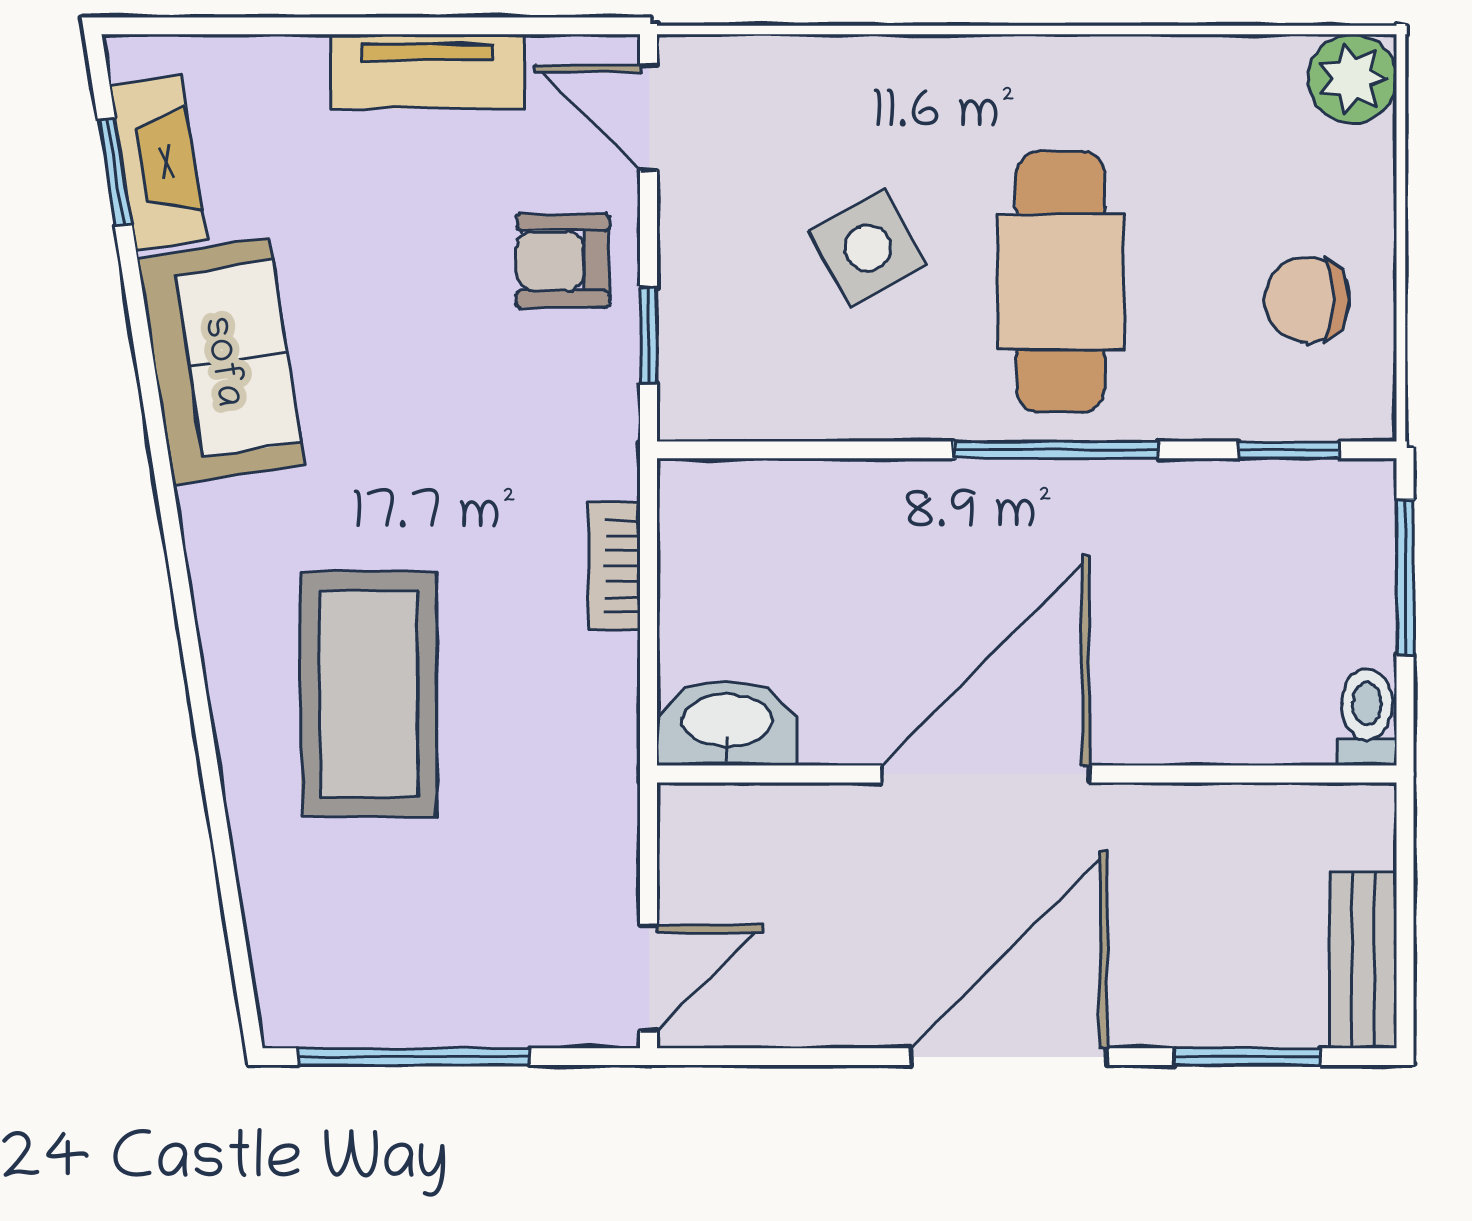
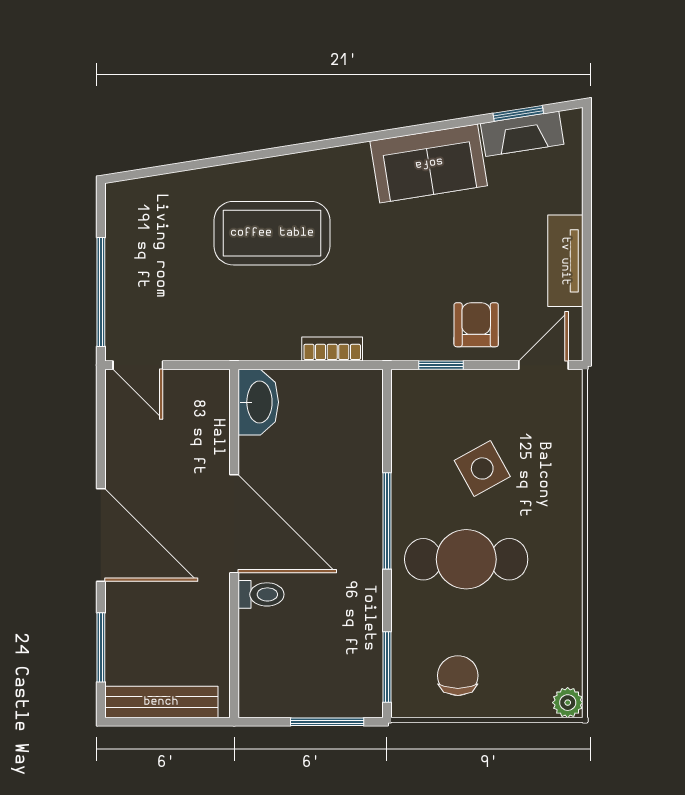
plant: (1352, 79) -> (568, 703), width x0.73, depth x0.73
window: (1056, 450) -> (387, 521), moved
window: (1289, 450) -> (387, 667), width x1.50
toilet: (1367, 717) -> (261, 594), moved
bench: (1363, 960) -> (161, 702), width x1.36
window: (414, 1057) -> (101, 292), moved

